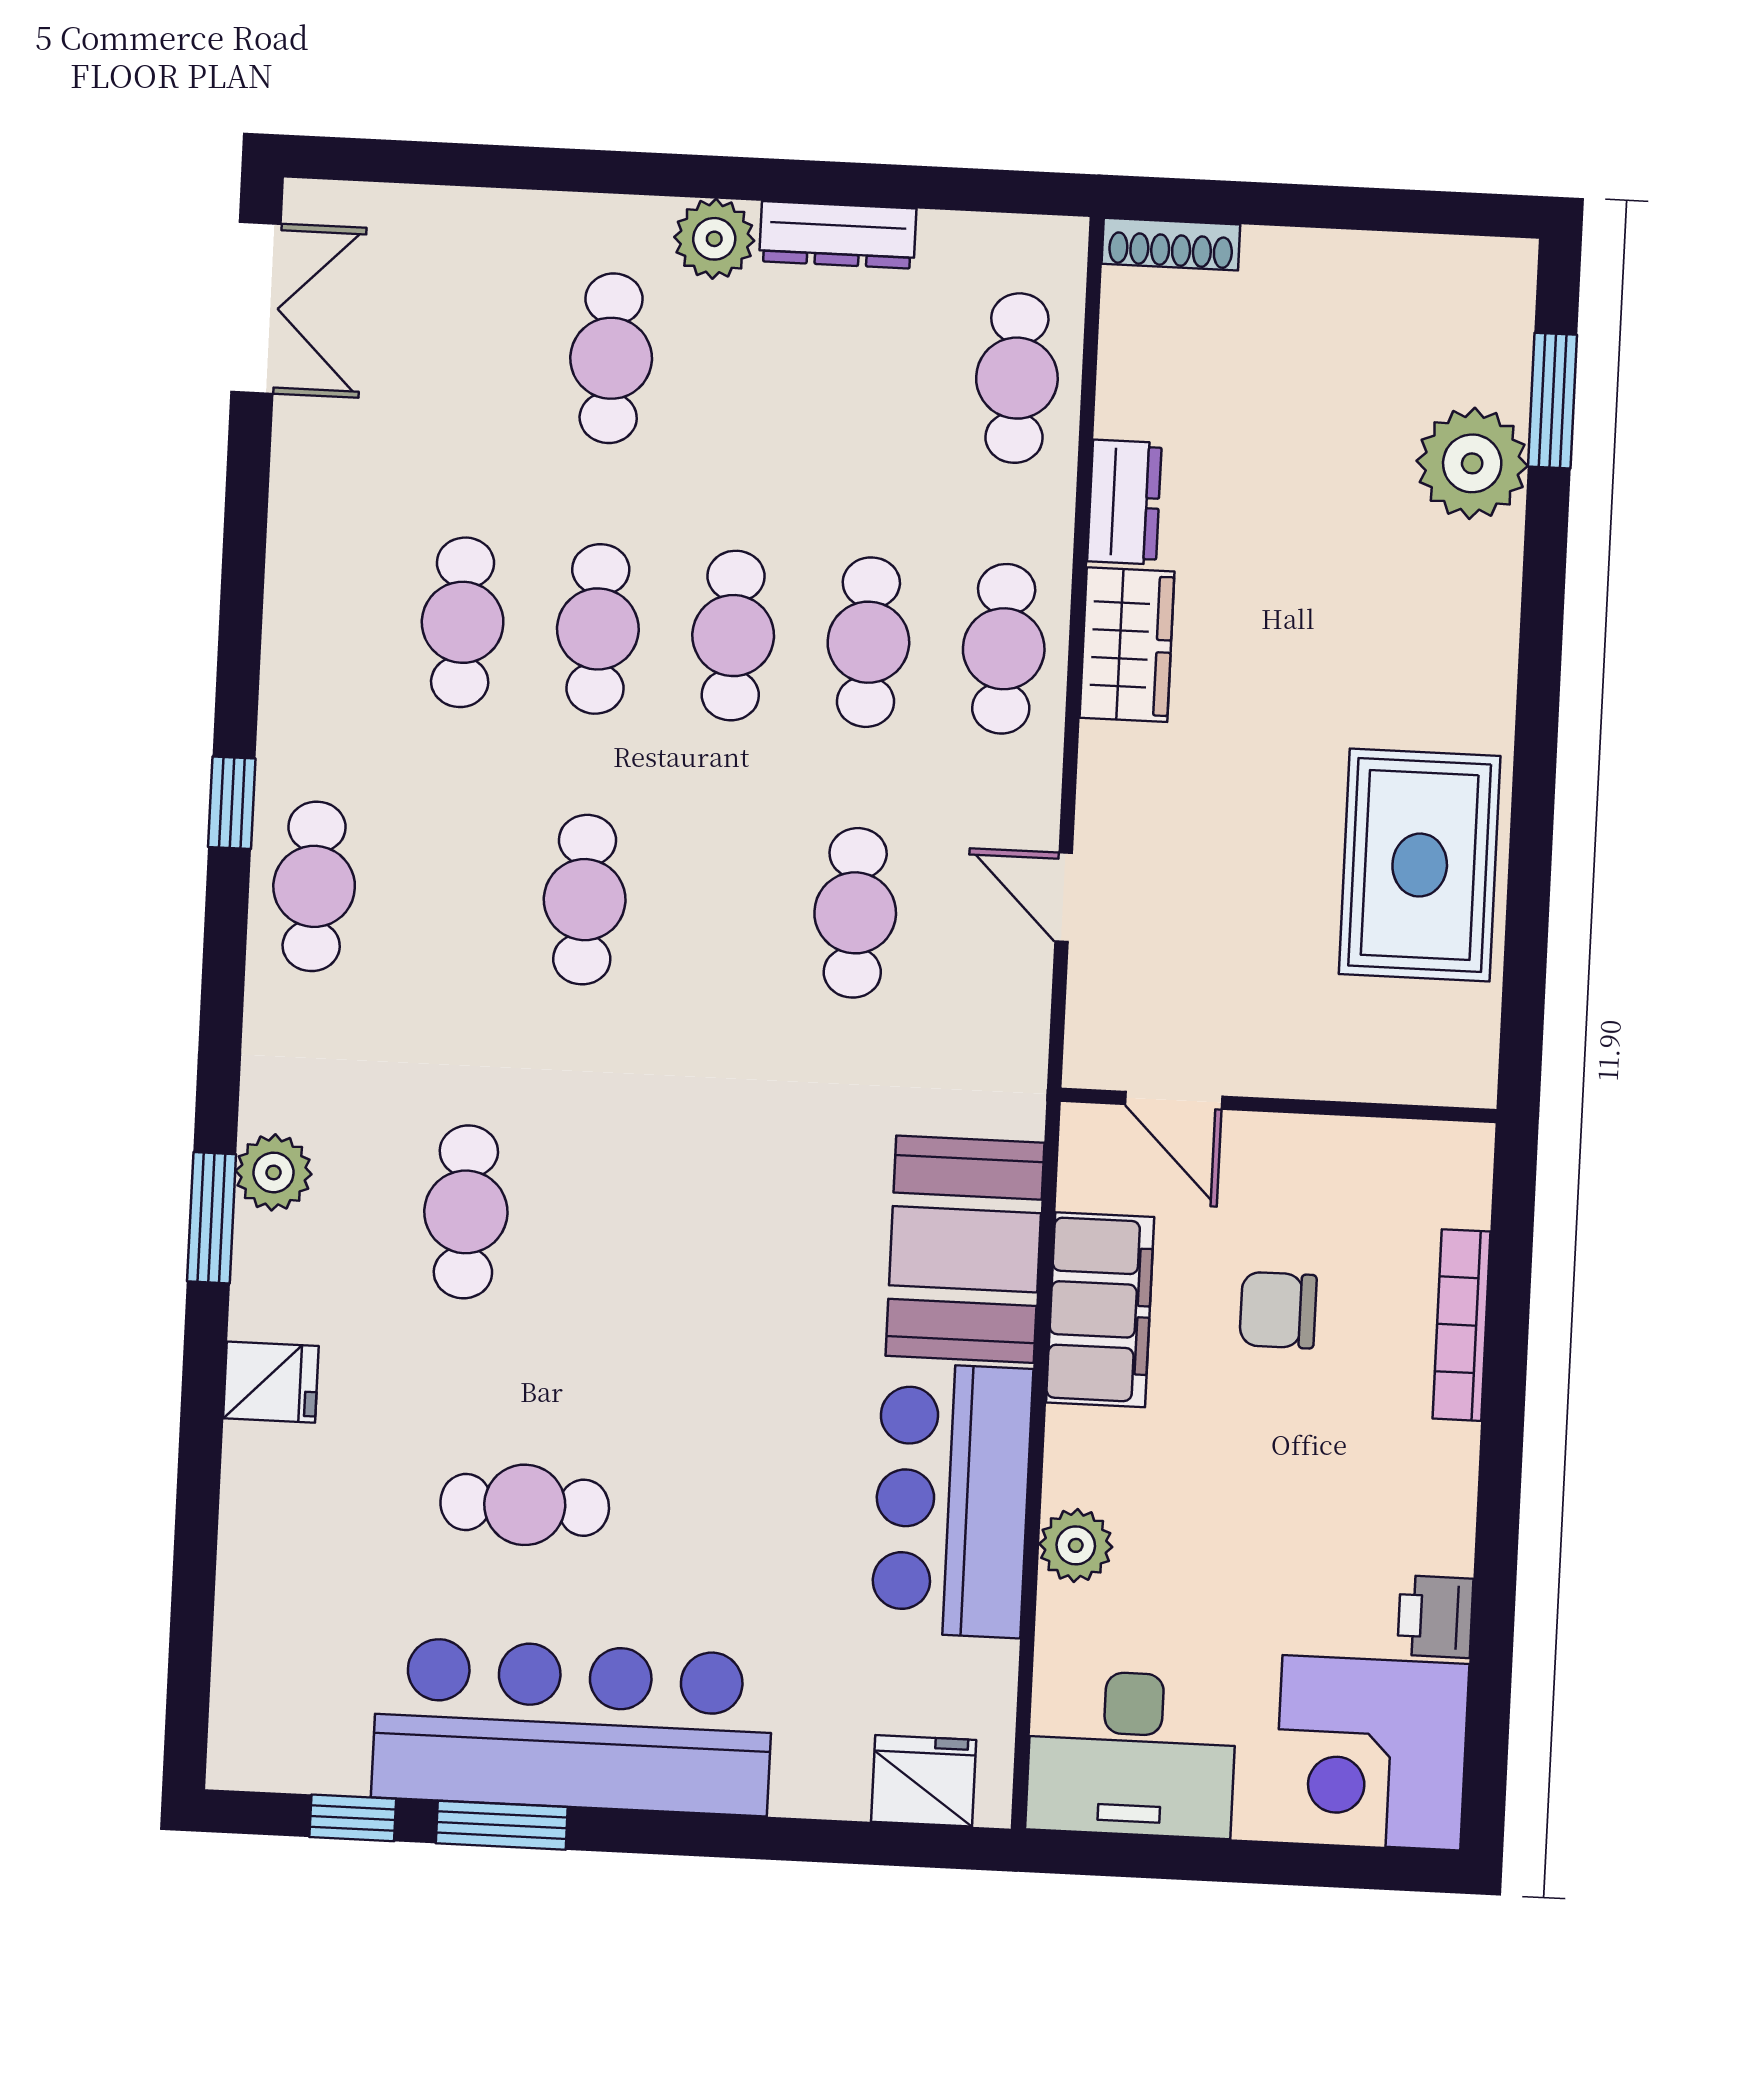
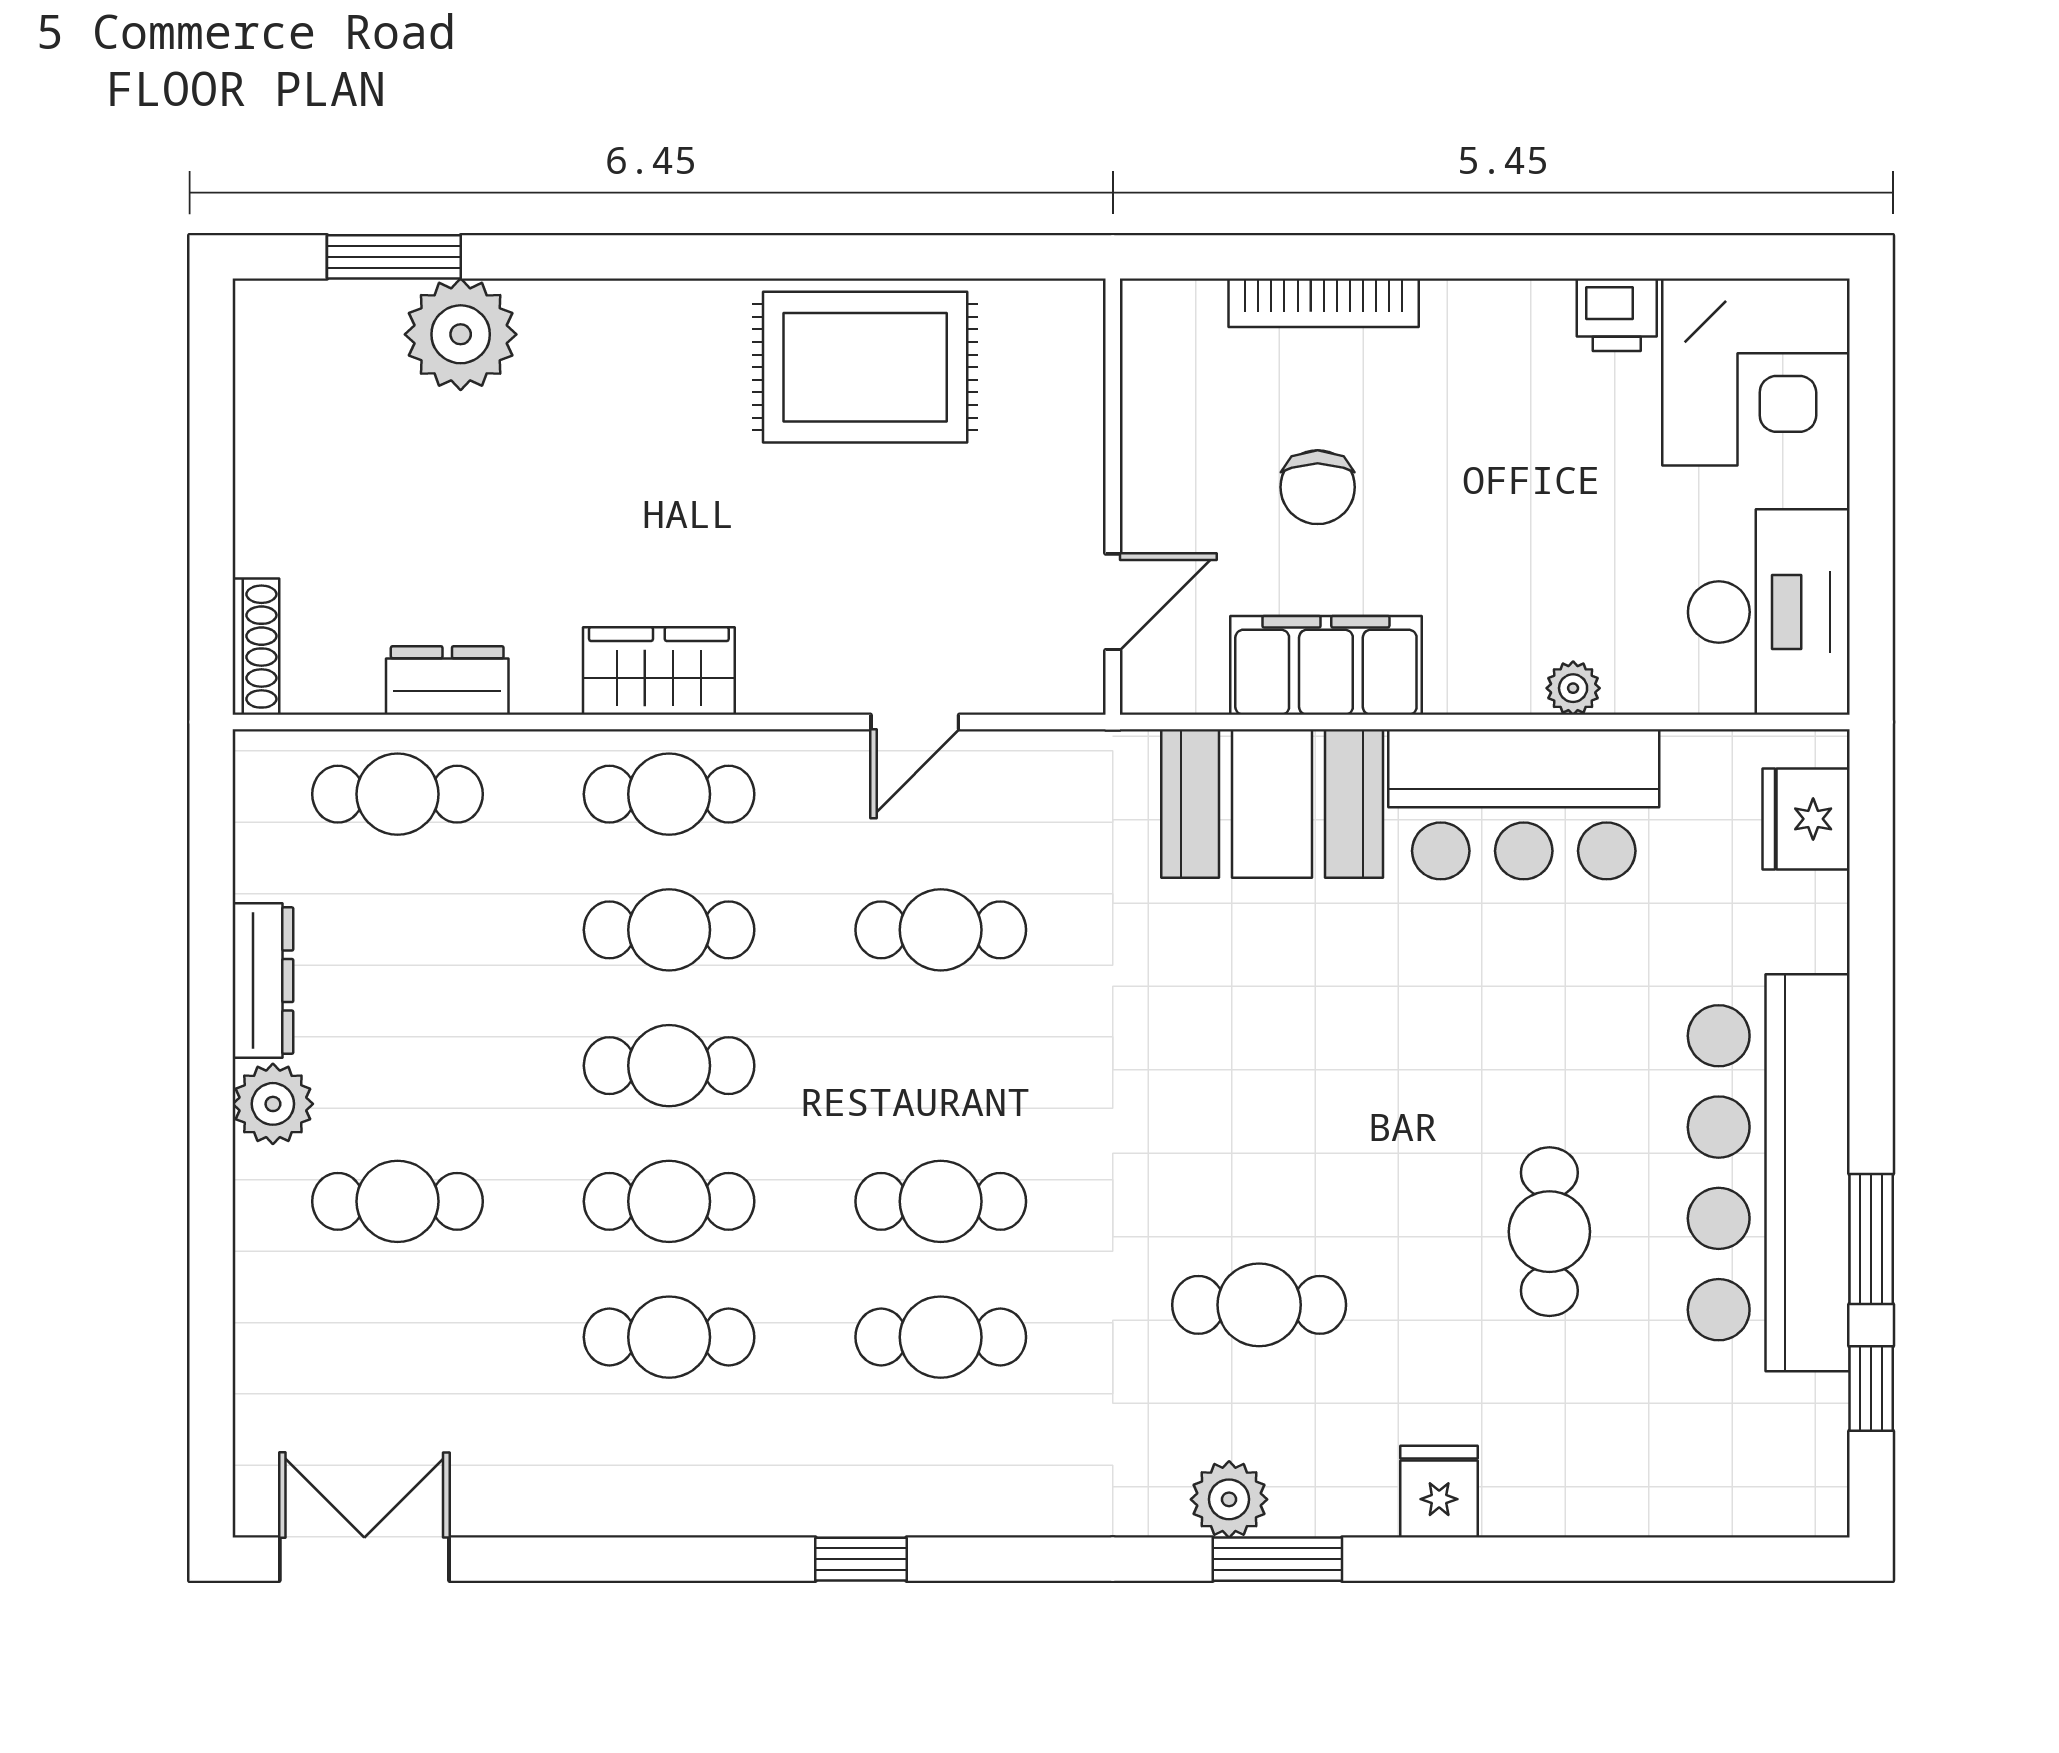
dresser: (1124, 502) -> (447, 680), moved
cafe table: (314, 886) -> (941, 1337), moved
plant: (1076, 1545) -> (1573, 688), width x0.73, depth x0.73

